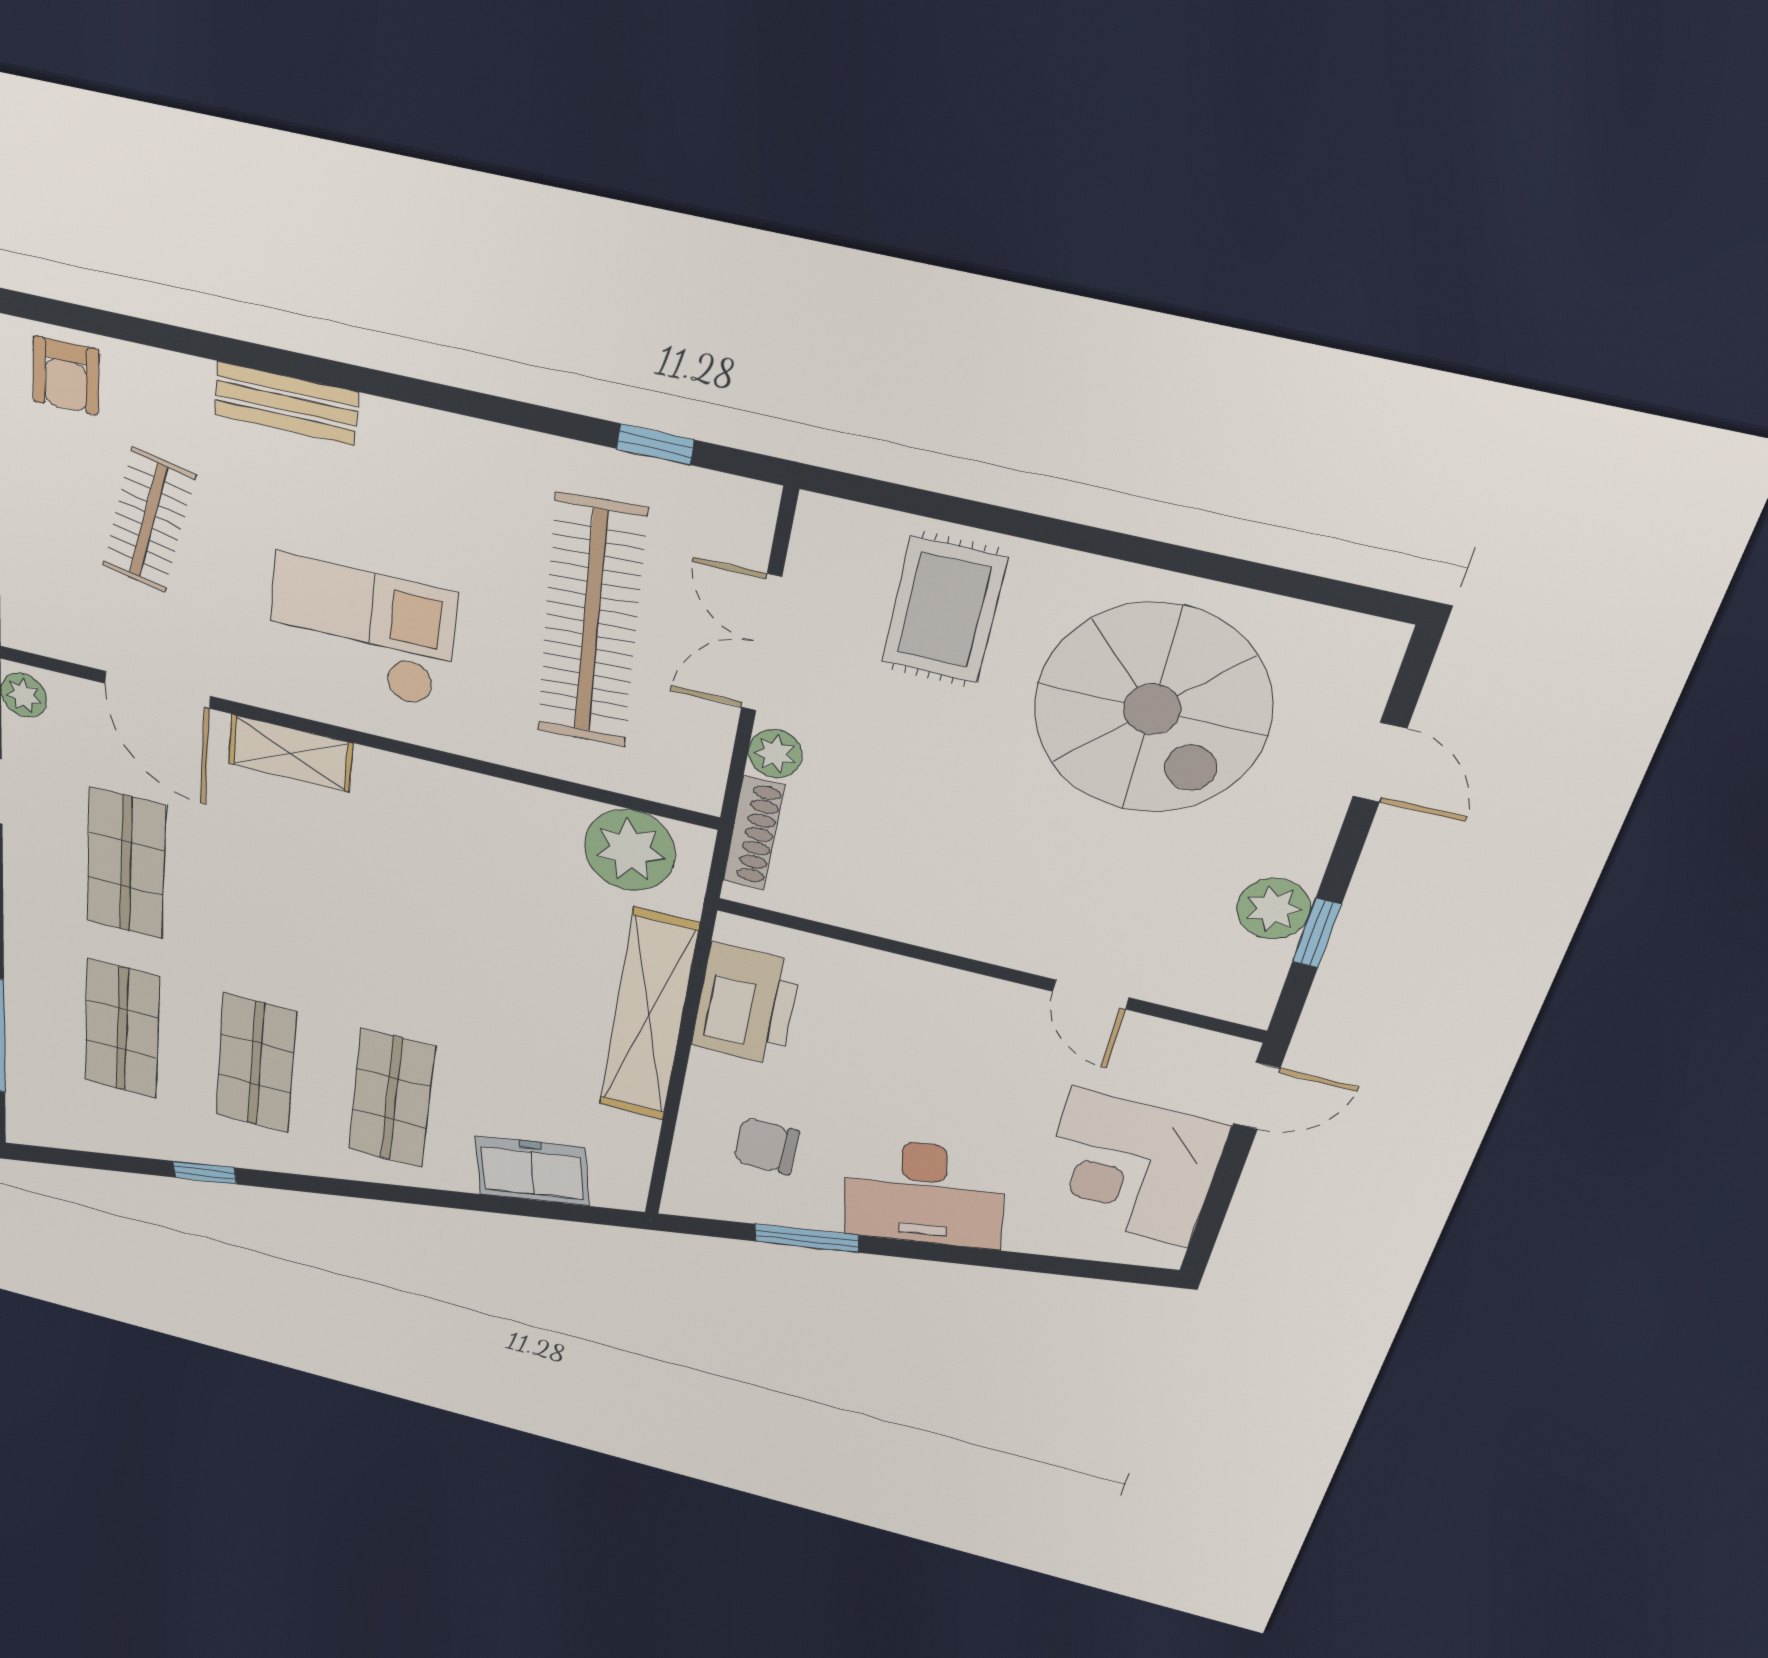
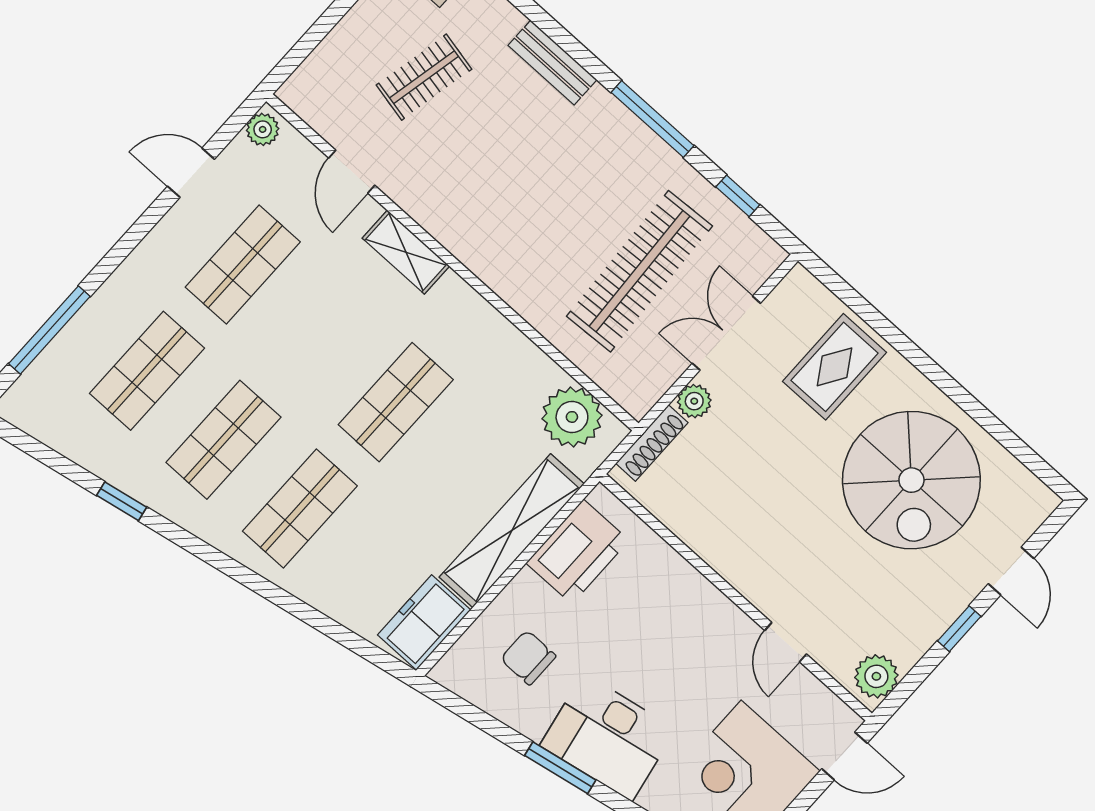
window: (468, 403) -> (652, 119), added
checkout: (361, 632) -> (503, 205), removed
door: (157, 690) -> (352, 172), width x0.73
plant: (1273, 909) -> (876, 676), moved
window: (1317, 933) -> (959, 629), moved
shop shelf: (409, 934) -> (396, 402), added
freezer: (532, 1171) -> (424, 622), moved, turned -79
window: (807, 1238) -> (560, 768), moved

